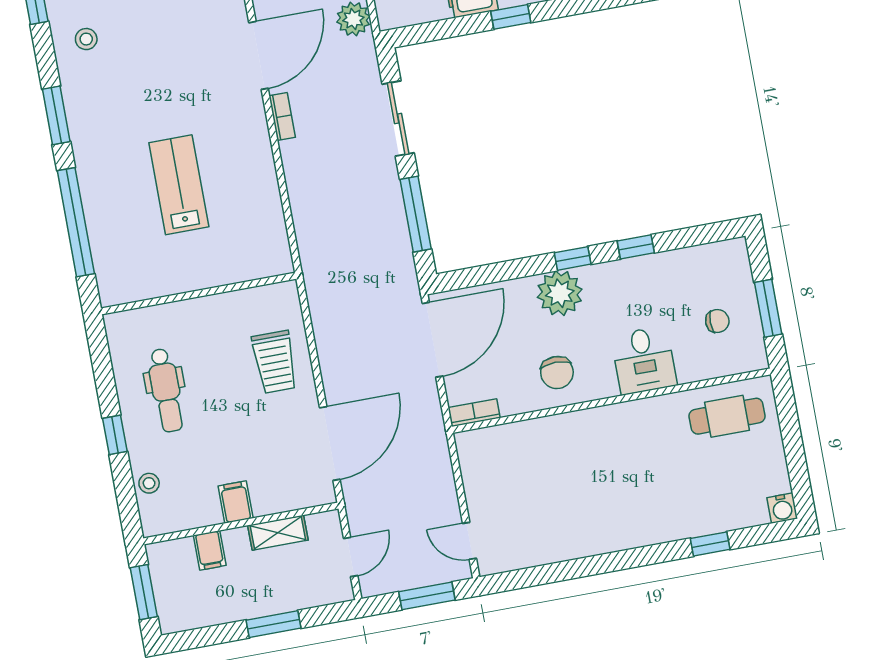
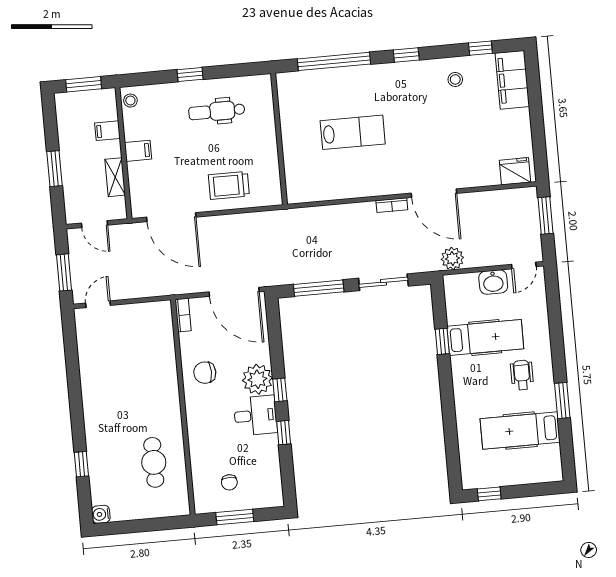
window: (511, 17) -> (442, 341), moved
window: (56, 115) -> (406, 55), width x0.67
desk: (644, 360) -> (255, 416), moved, turned 180
cafe table: (727, 416) -> (154, 462), moved
stool: (149, 483) -> (130, 101), moved

